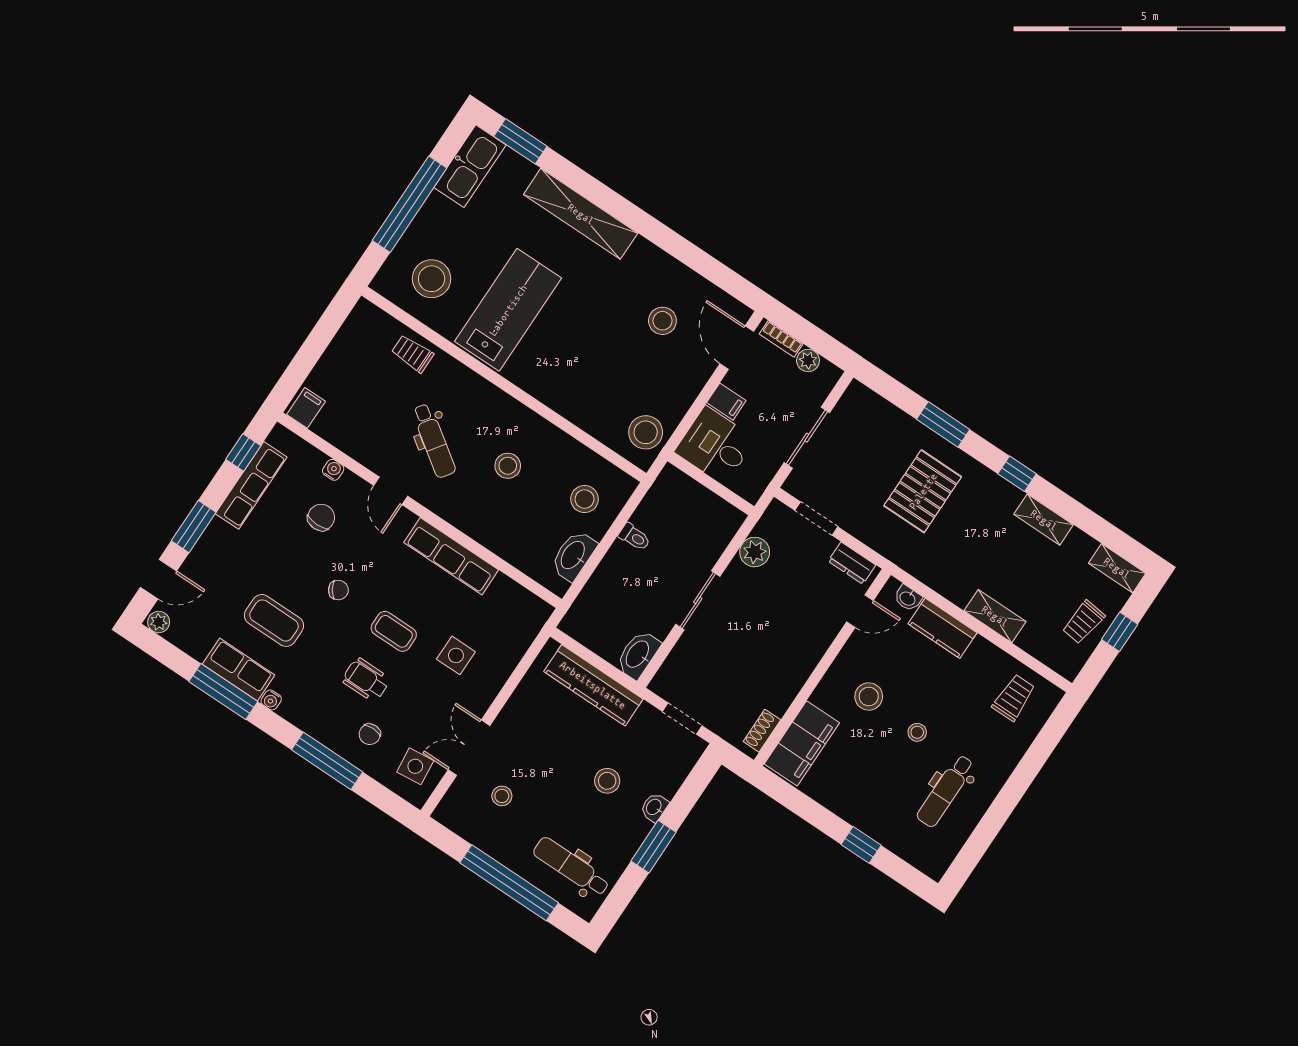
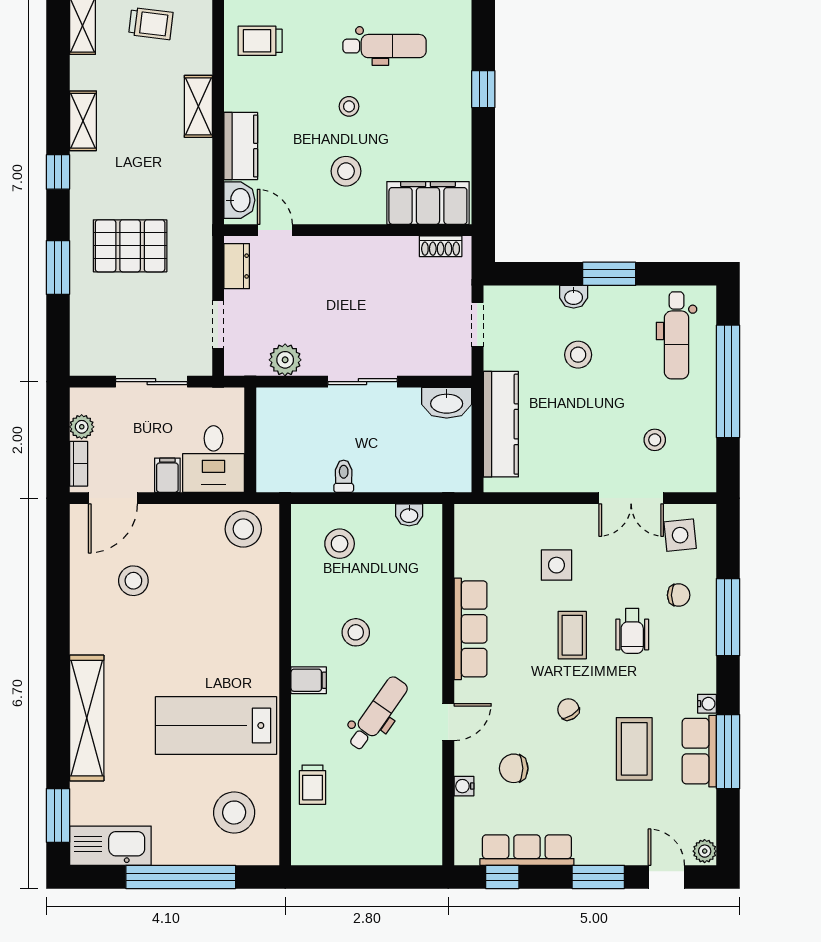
filing cabinet: (306, 408) -> (309, 680), moved, turned 180
washbasin: (573, 555) -> (409, 515), width x0.52, depth x0.69
washbasin: (908, 598) -> (239, 200), width x1.38, depth x1.45

